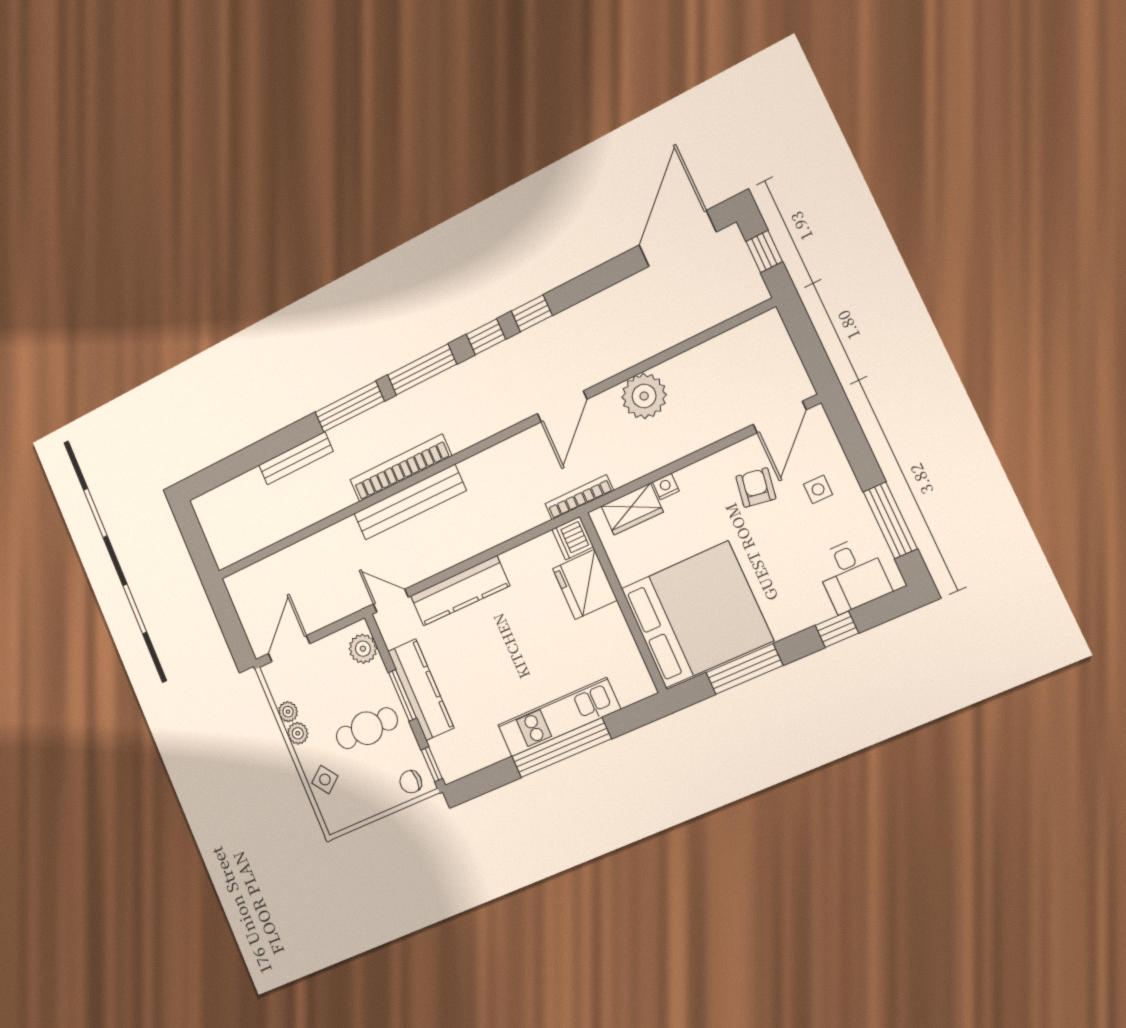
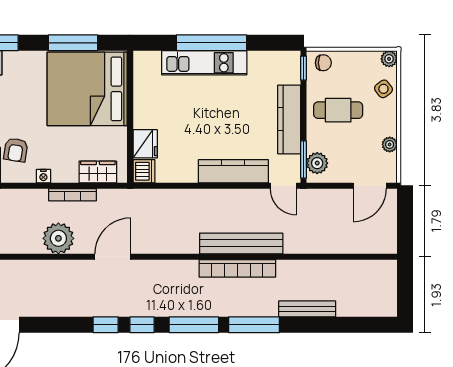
nightstand: (666, 487) -> (43, 176), moved
bookcase: (579, 497) -> (73, 195), moved
fridge: (585, 584) -> (145, 144), width x0.73, depth x0.75
window: (402, 695) -> (304, 159), moved
plant: (298, 733) -> (389, 59), moved

